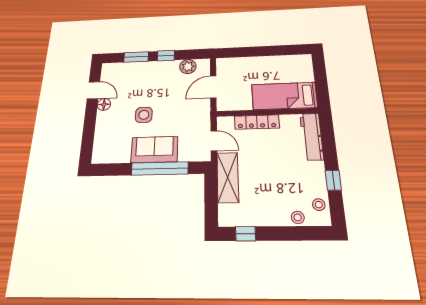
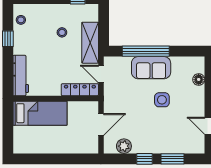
floor lamp: (104, 104) -> (199, 79), moved
locker: (257, 122) -> (80, 90), moved
stool: (298, 217) -> (62, 32), moved

